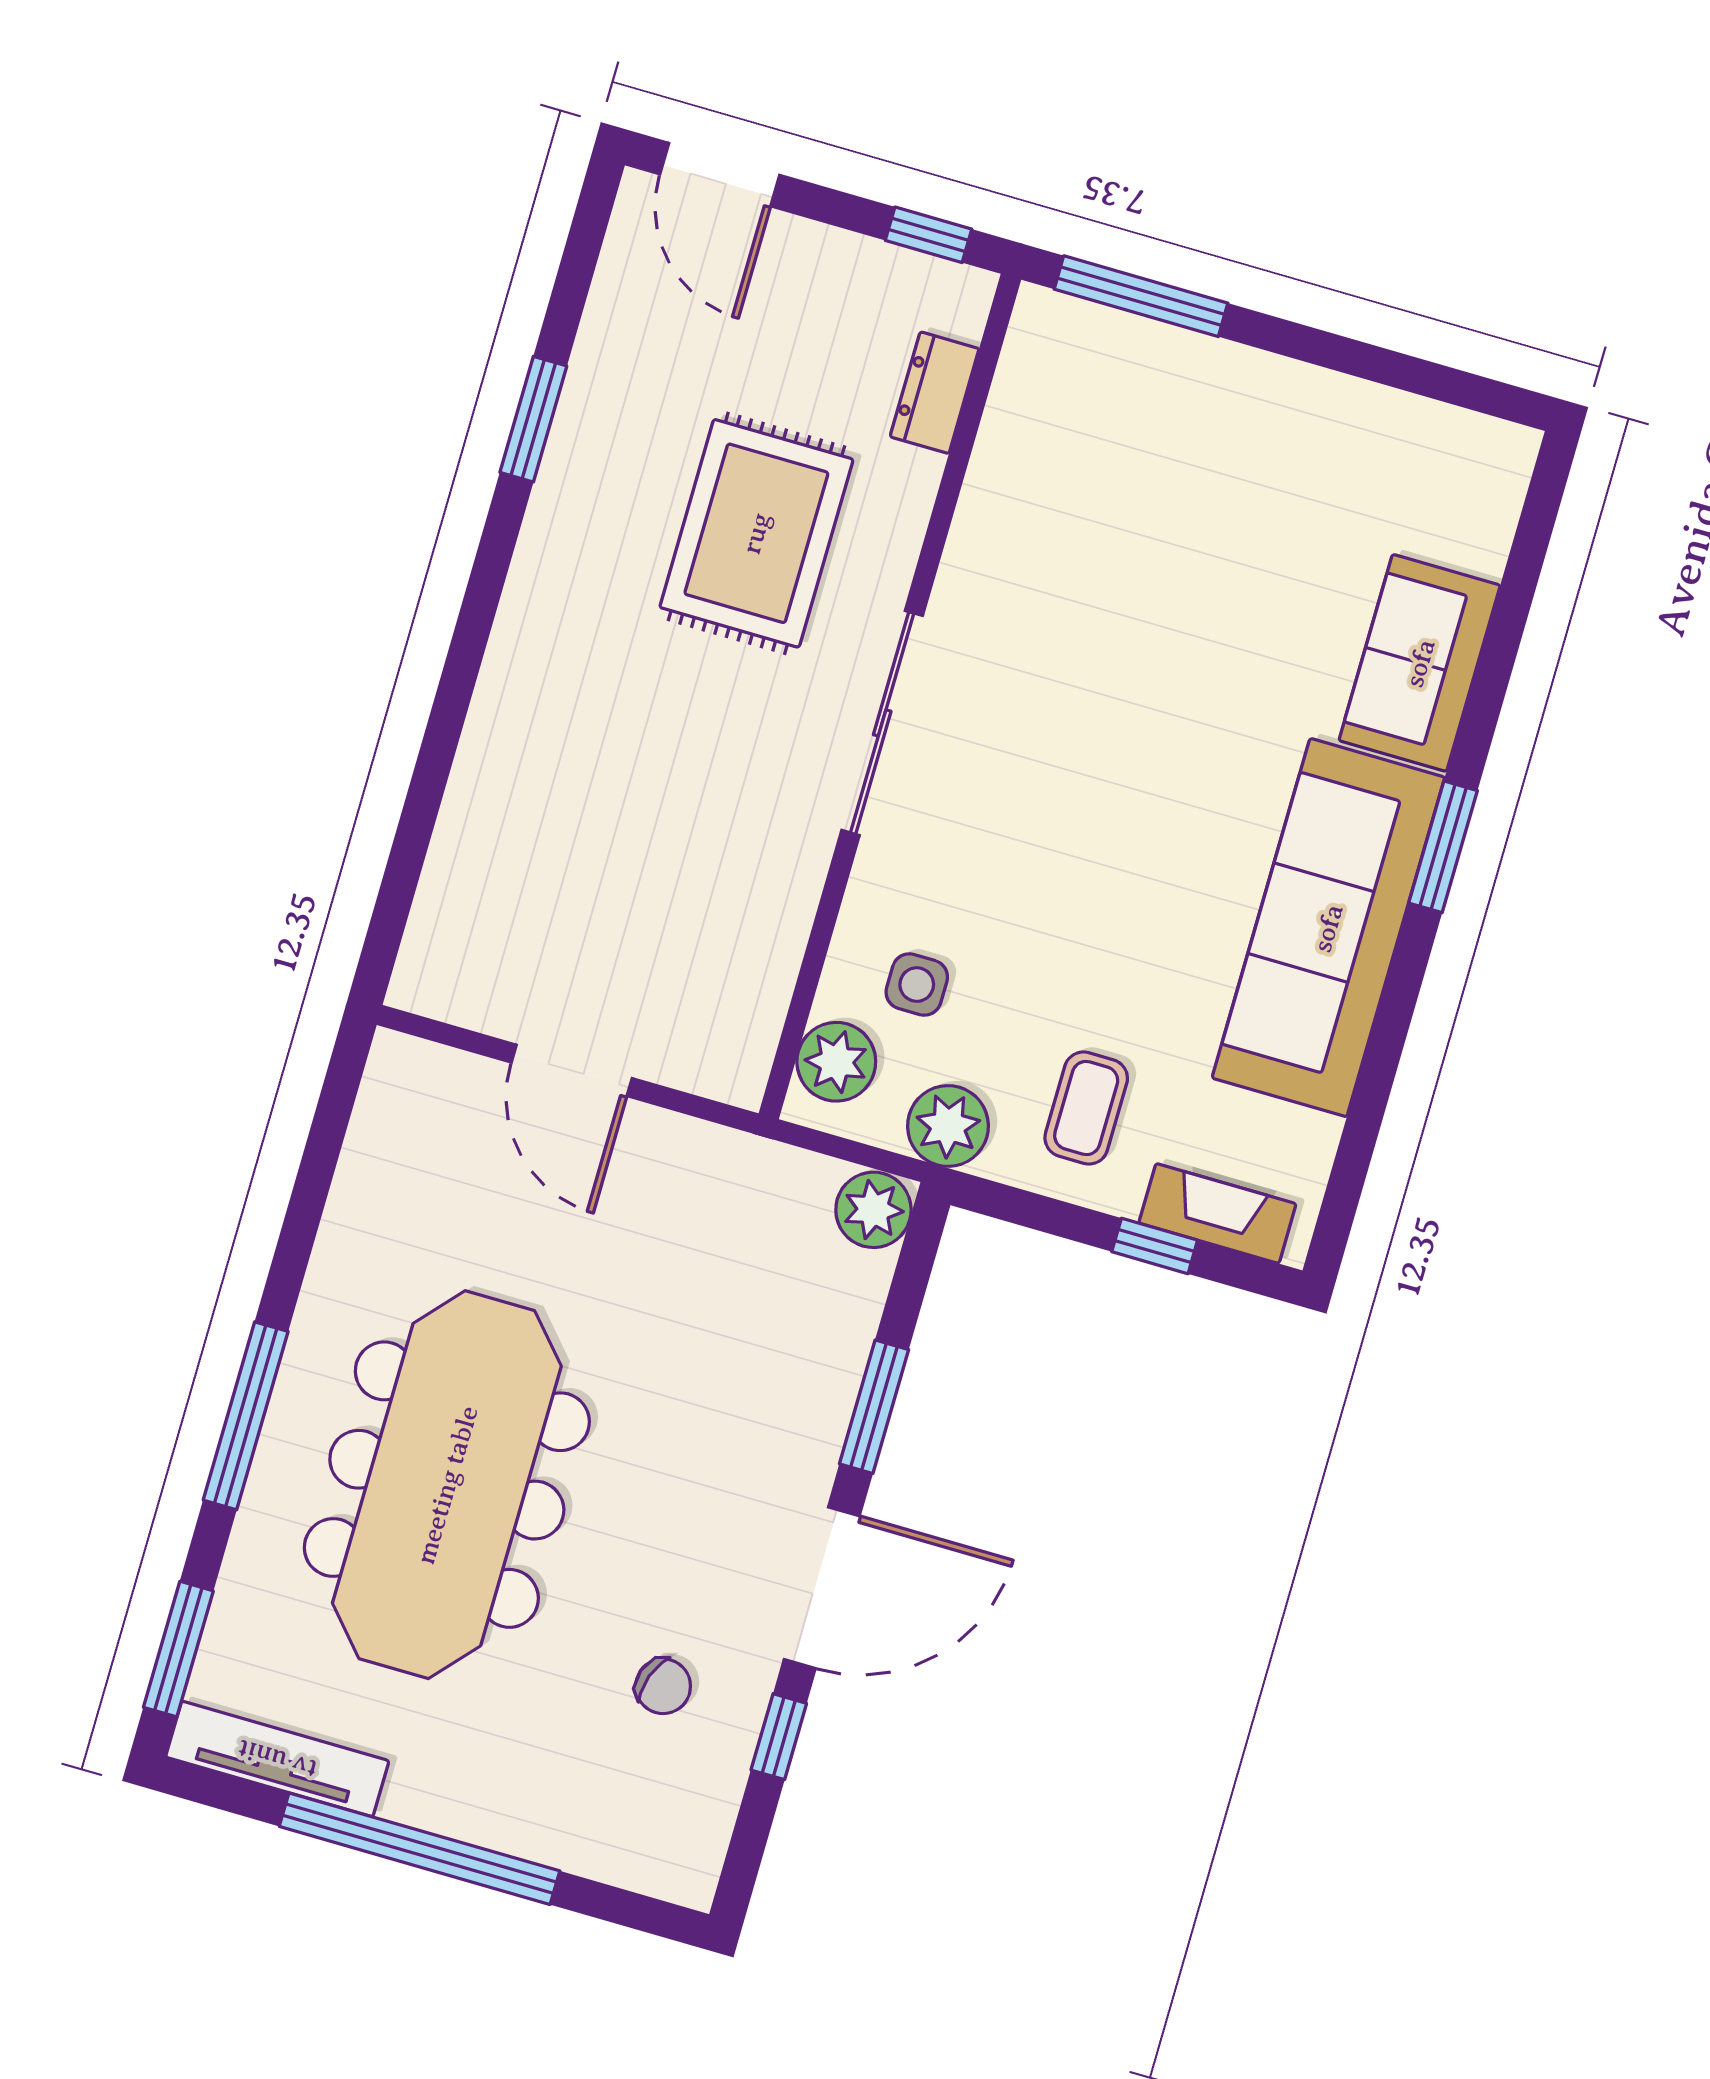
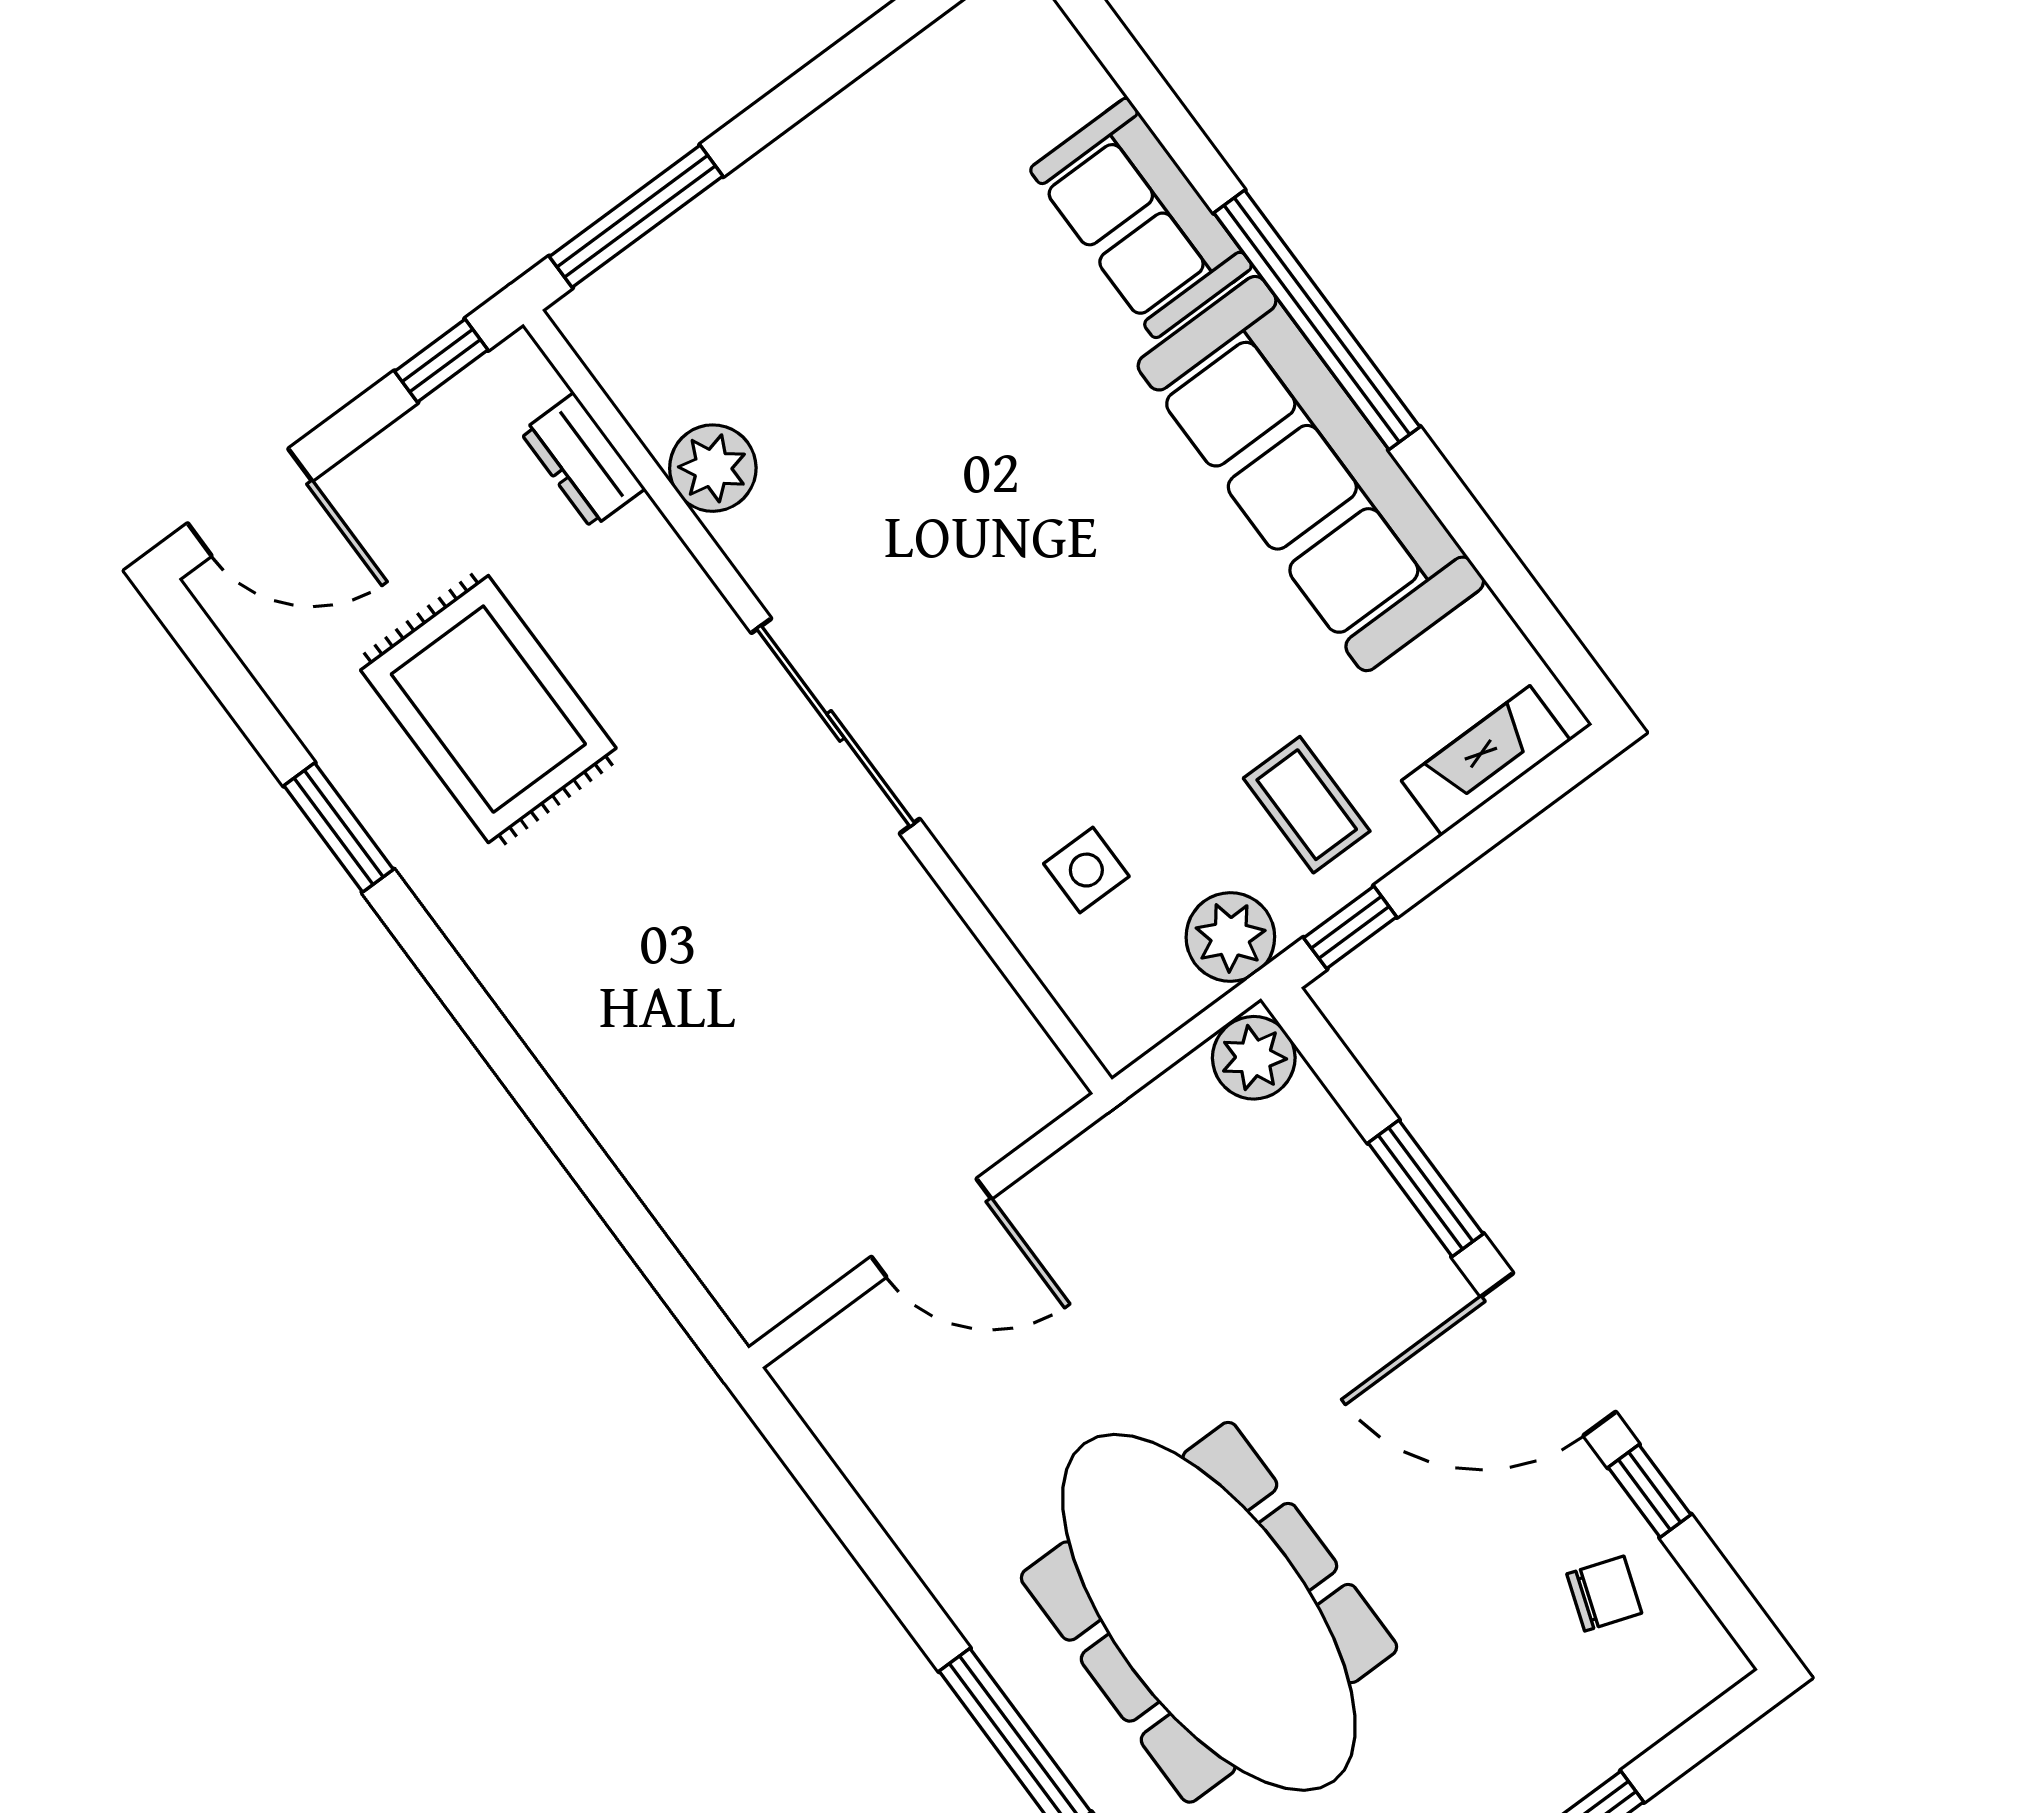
rug: (756, 533) -> (488, 709), moved
window: (1443, 847) -> (1317, 320), width x2.11
plant: (836, 1062) -> (713, 468), moved
window: (1155, 1246) -> (1350, 927), moved
door: (822, 1588) -> (1548, 1354), swing flipped
chair: (663, 1686) -> (1604, 1594), moved

